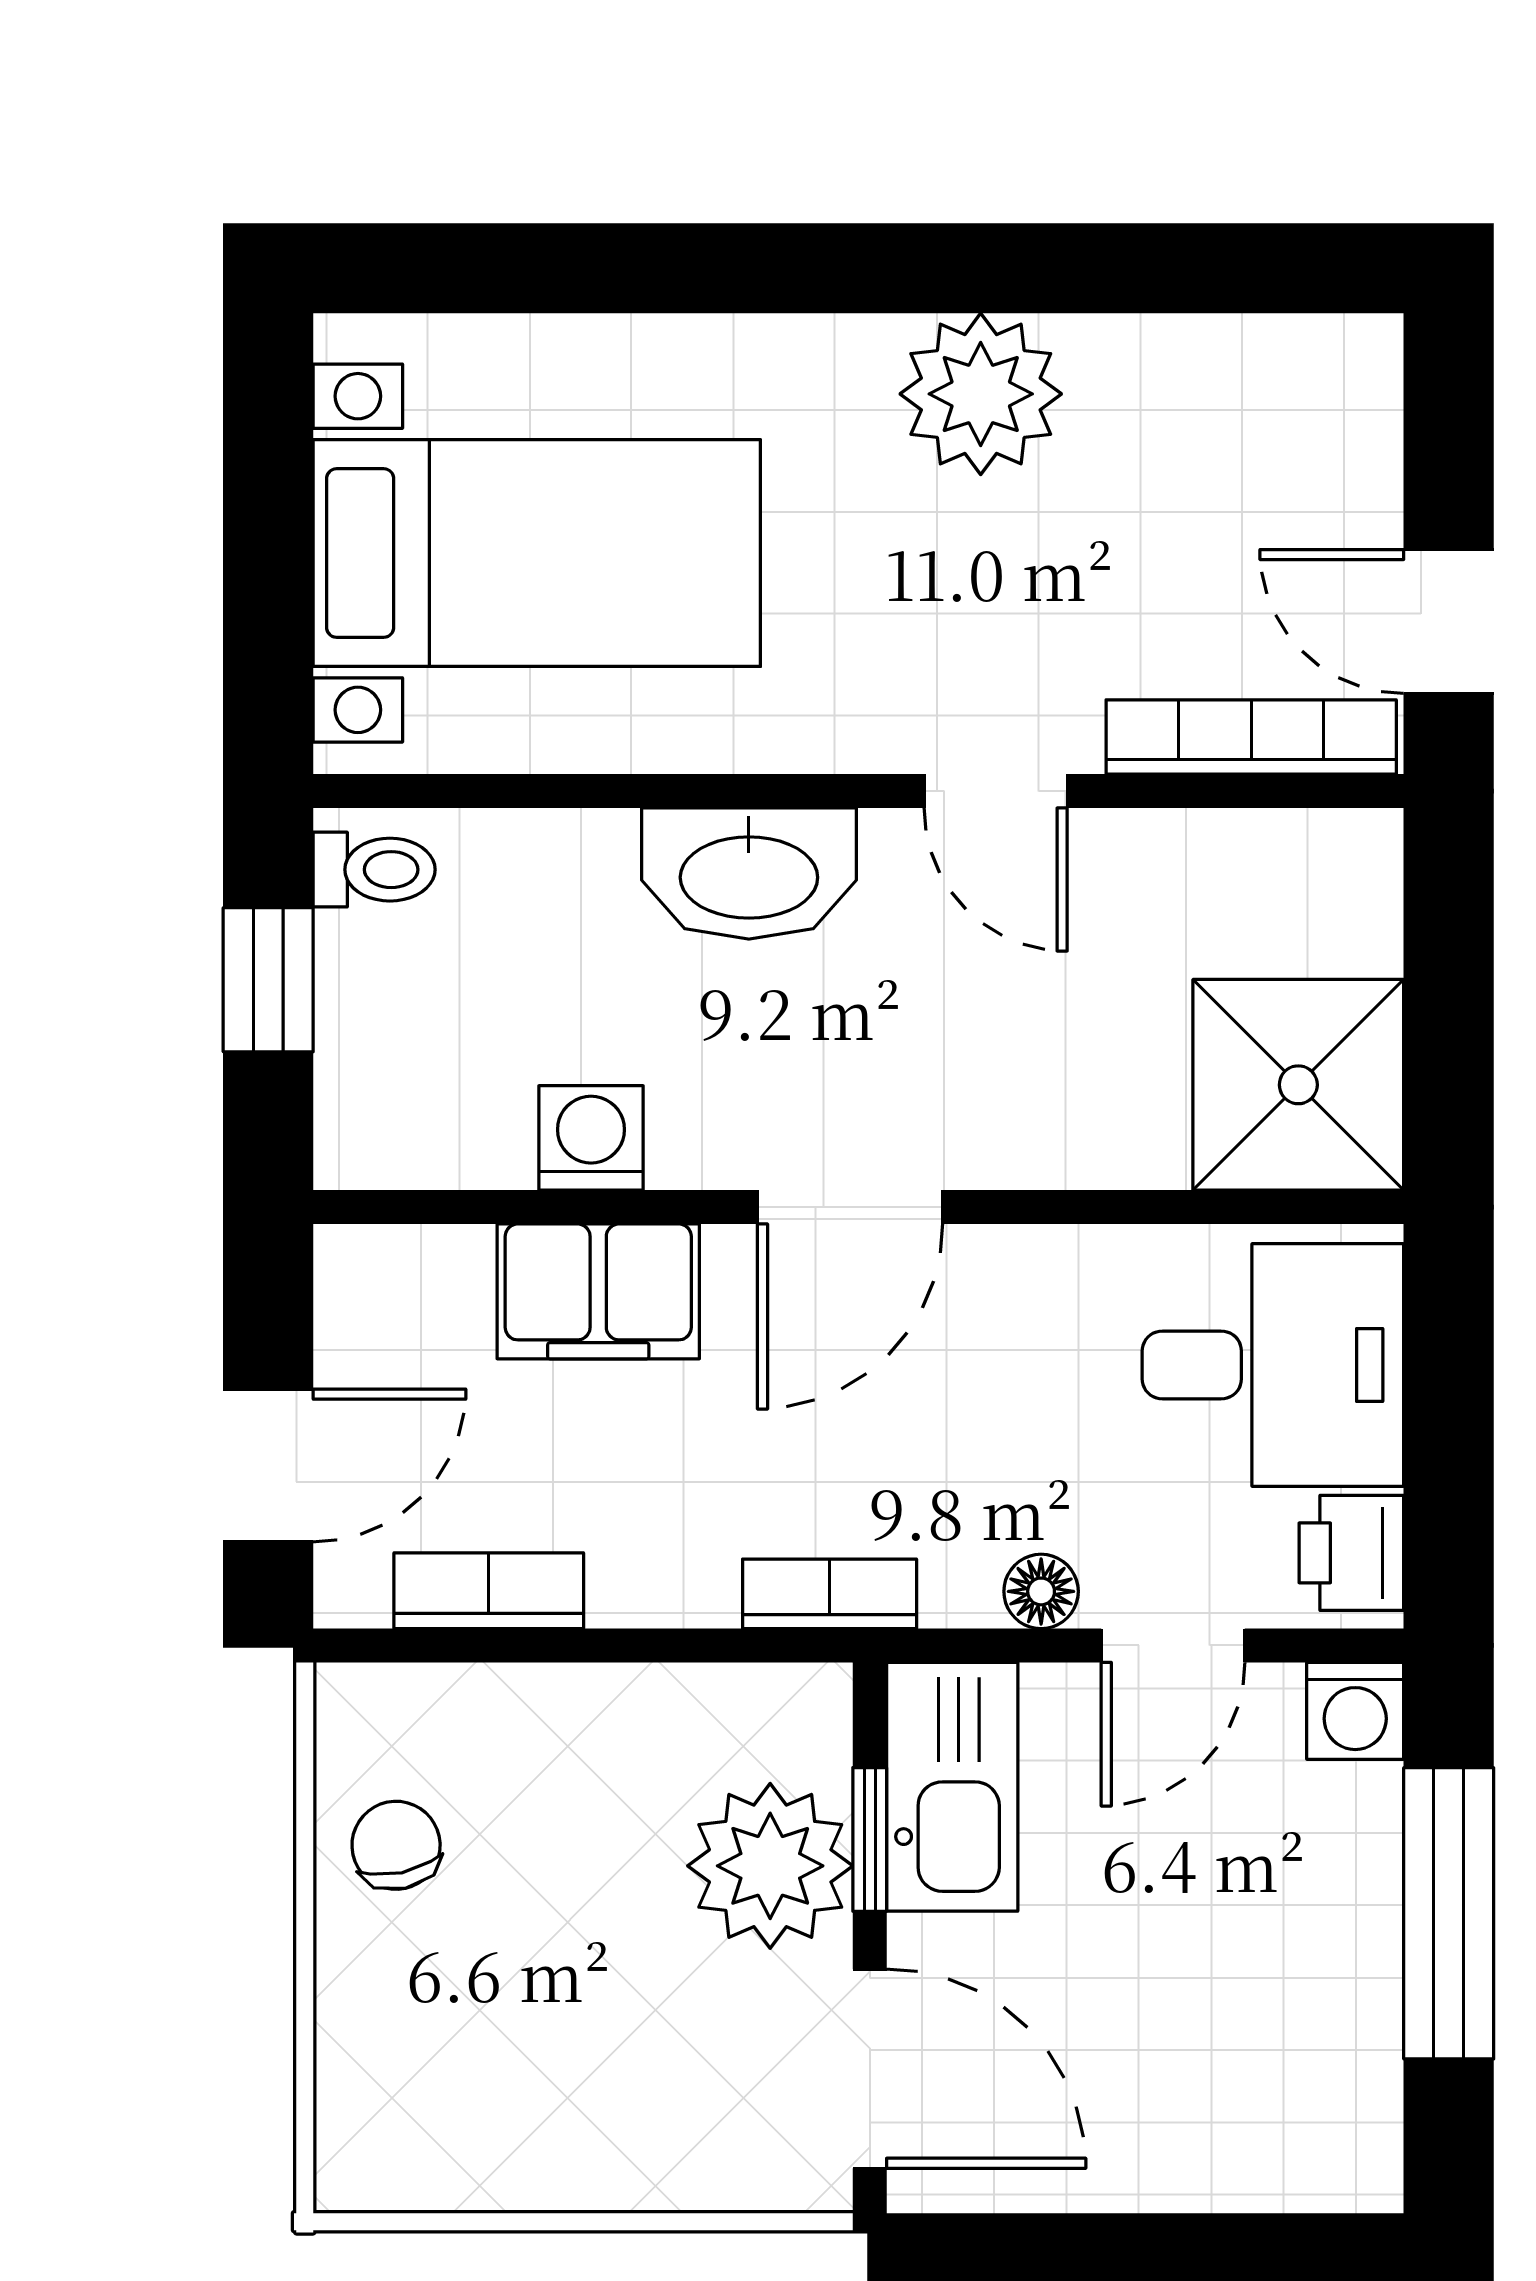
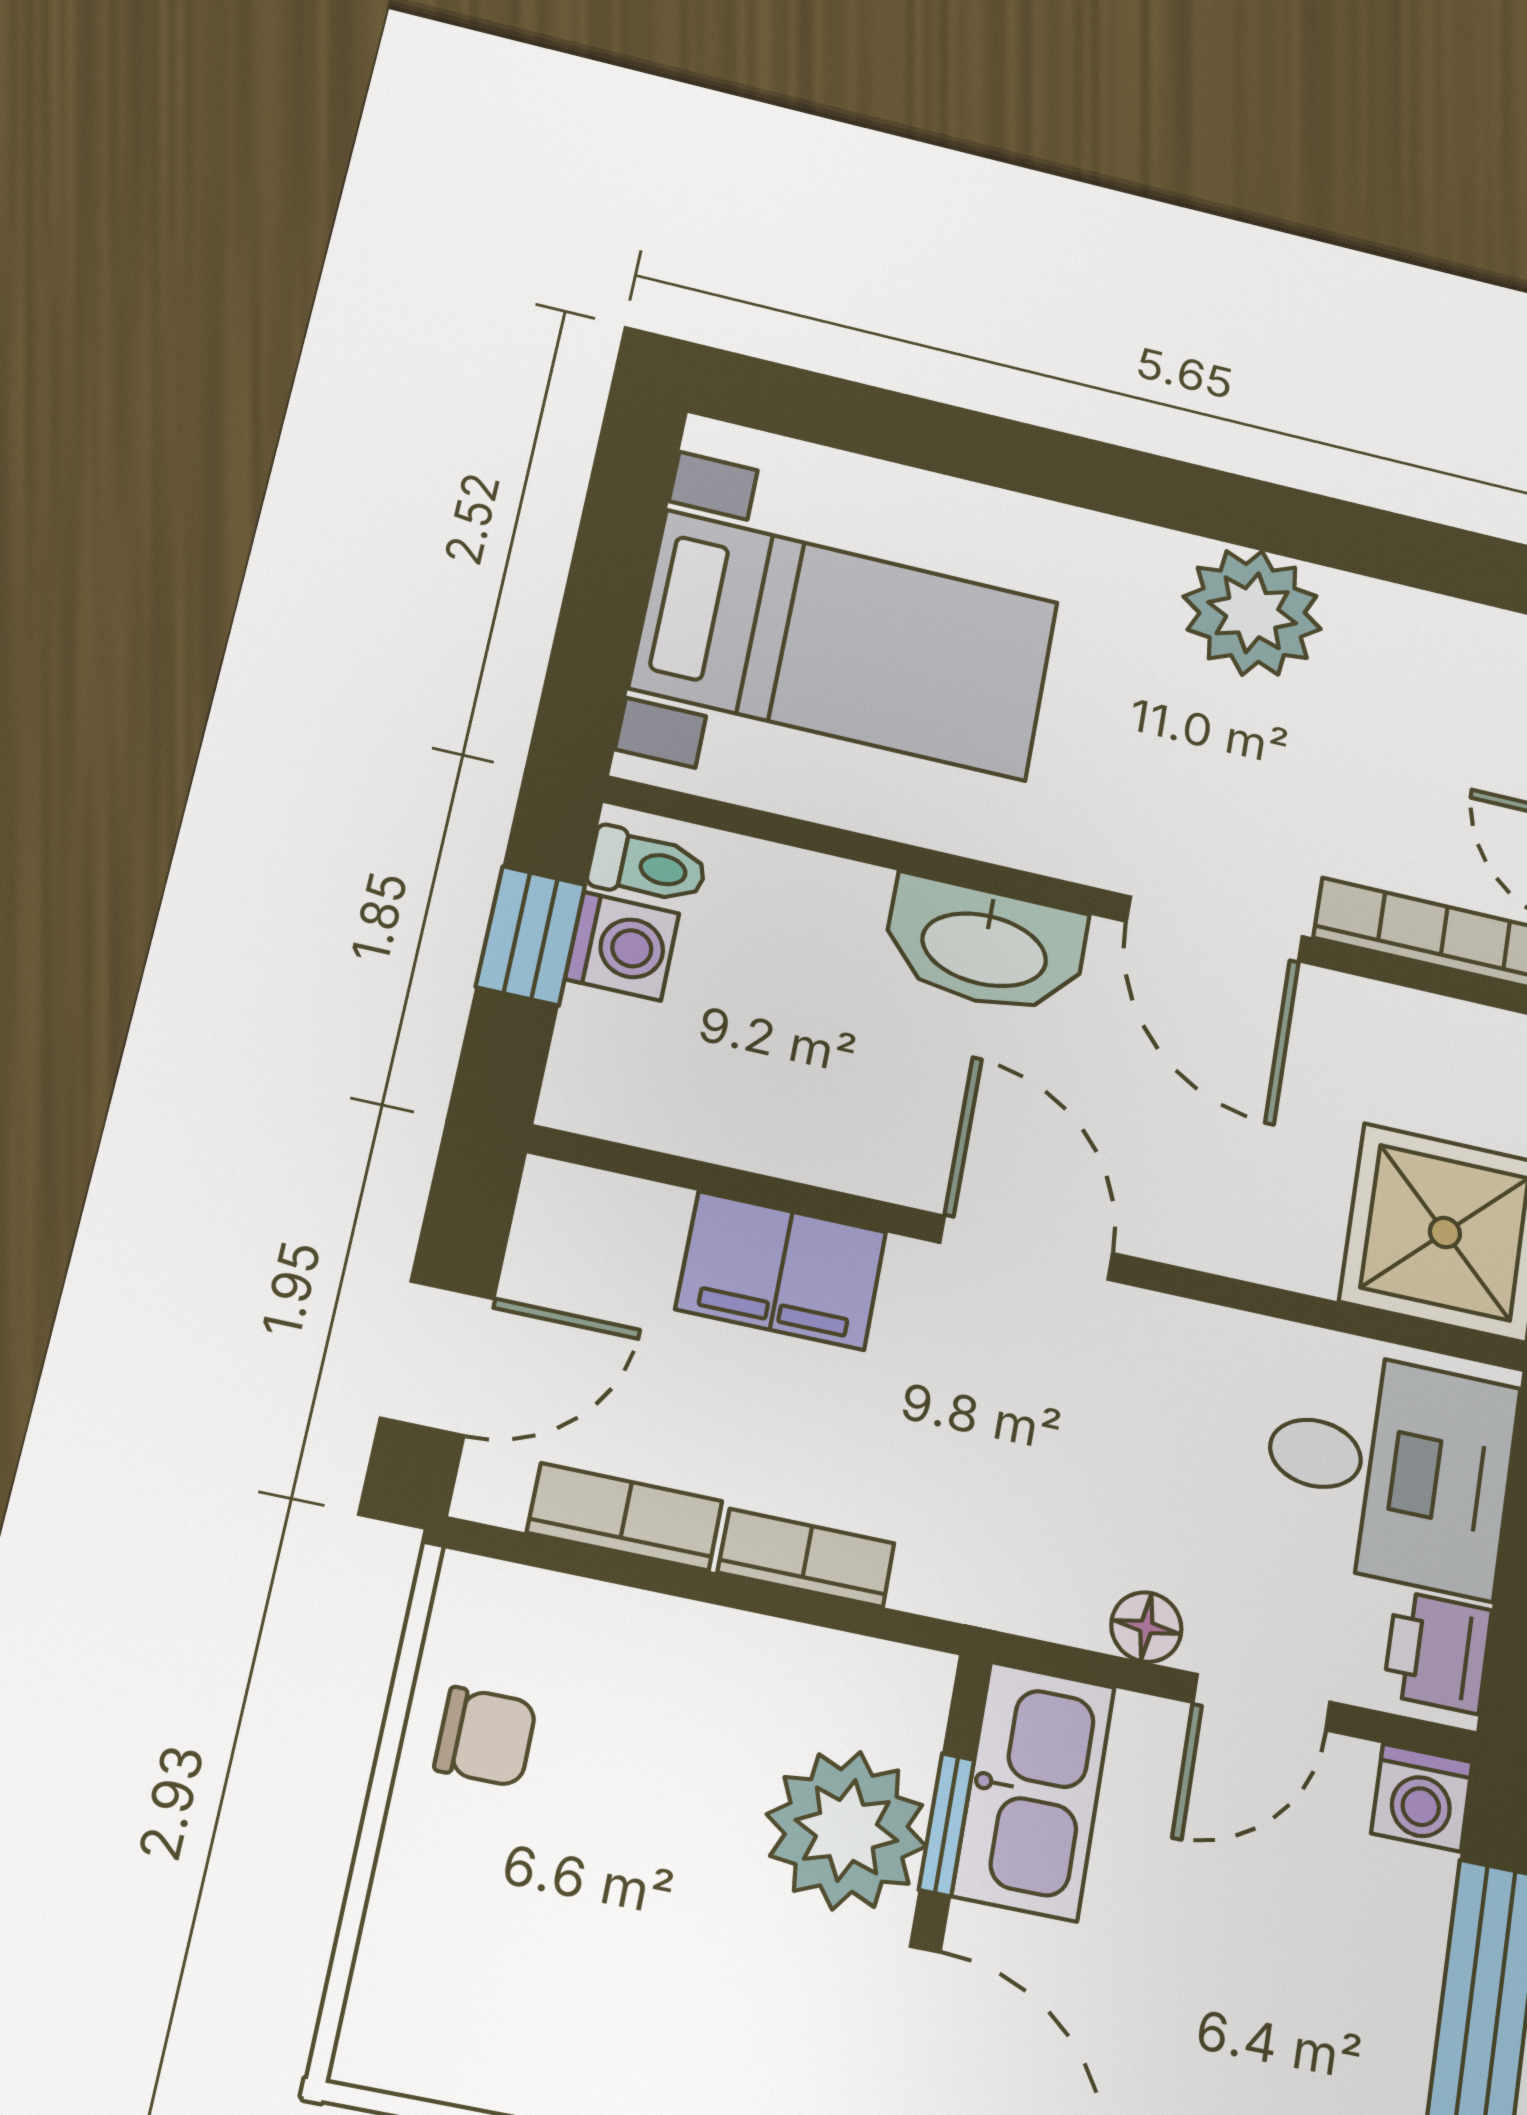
door: (996, 791) -> (1215, 929), width x1.38
washing machine: (591, 1138) -> (622, 946), moved, turned 90
door: (850, 1207) -> (1026, 1248), swing flipped
bookcase: (830, 1594) -> (806, 1558), moved
chair: (396, 1845) -> (486, 1737), turned 102

